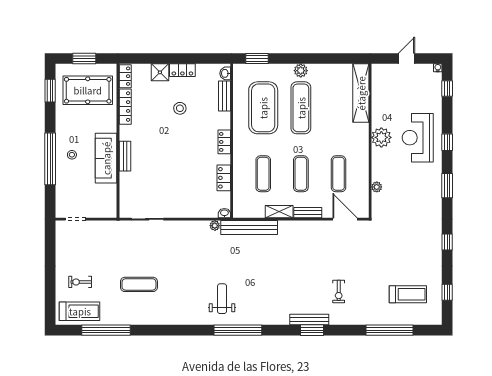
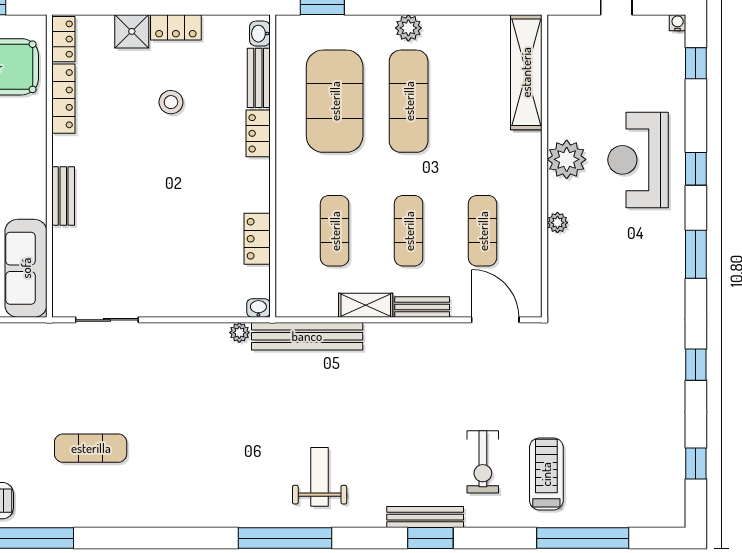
locker: (224, 142) -> (258, 133), moved
sofa: (106, 158) -> (26, 268), moved
plant: (377, 187) -> (557, 223), moved
exercise bike: (339, 291) -> (483, 462), width x1.38, depth x1.39
treadmill: (408, 294) -> (546, 474), moved, turned -90
weight bench: (222, 299) -> (320, 477), moved

